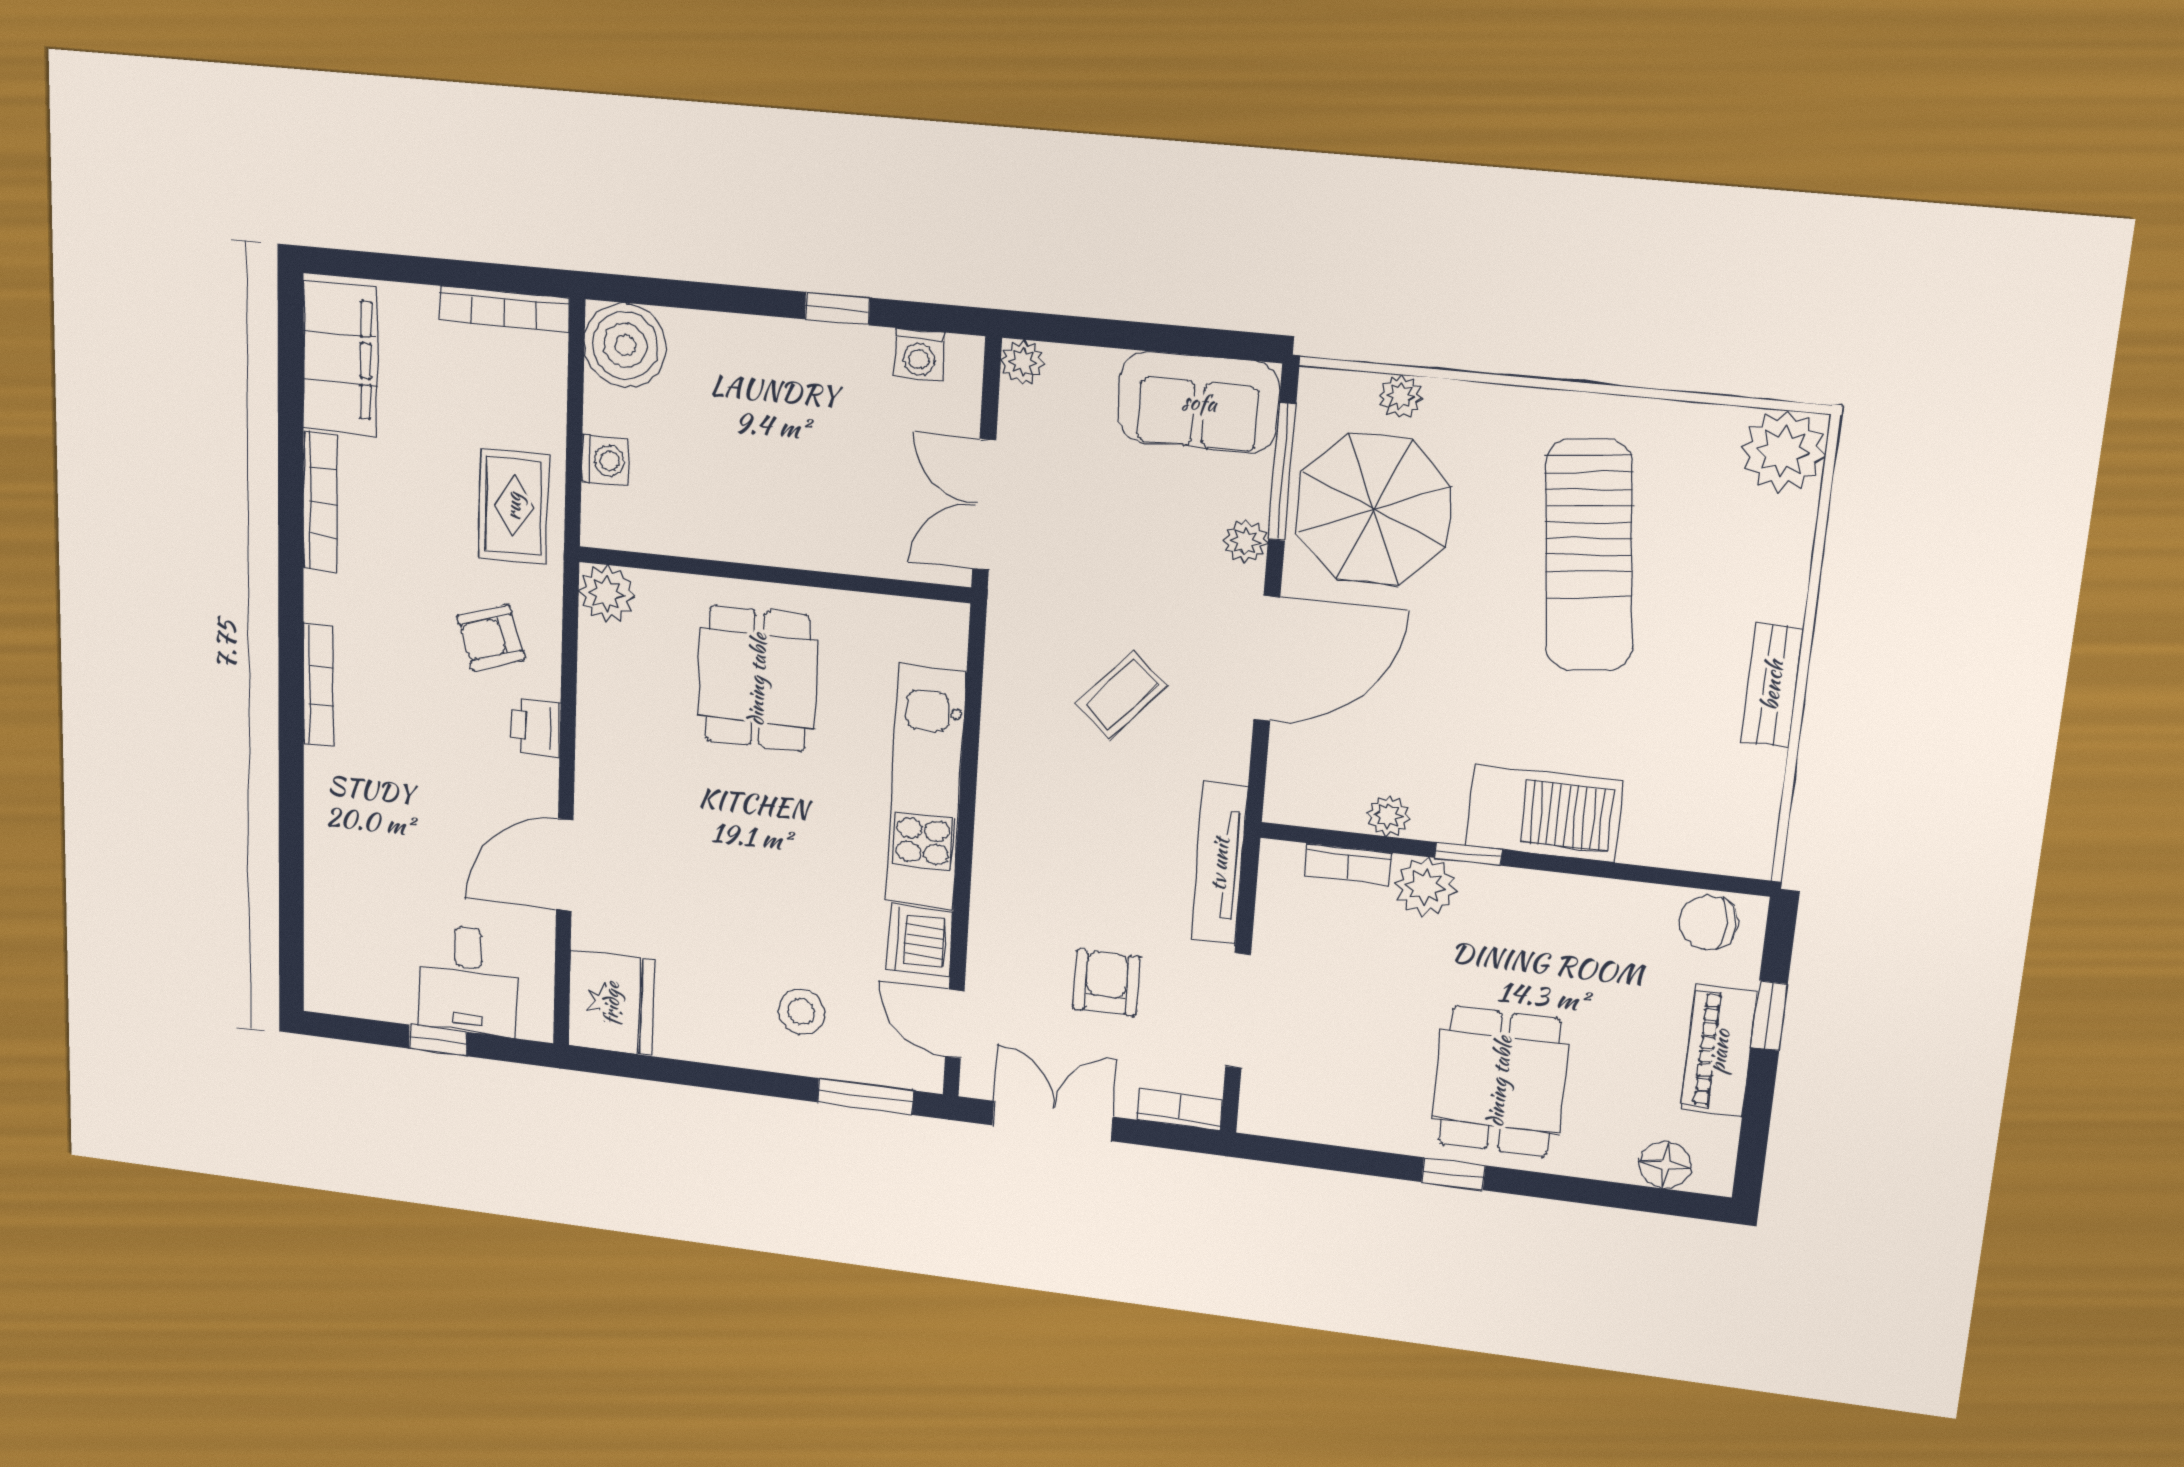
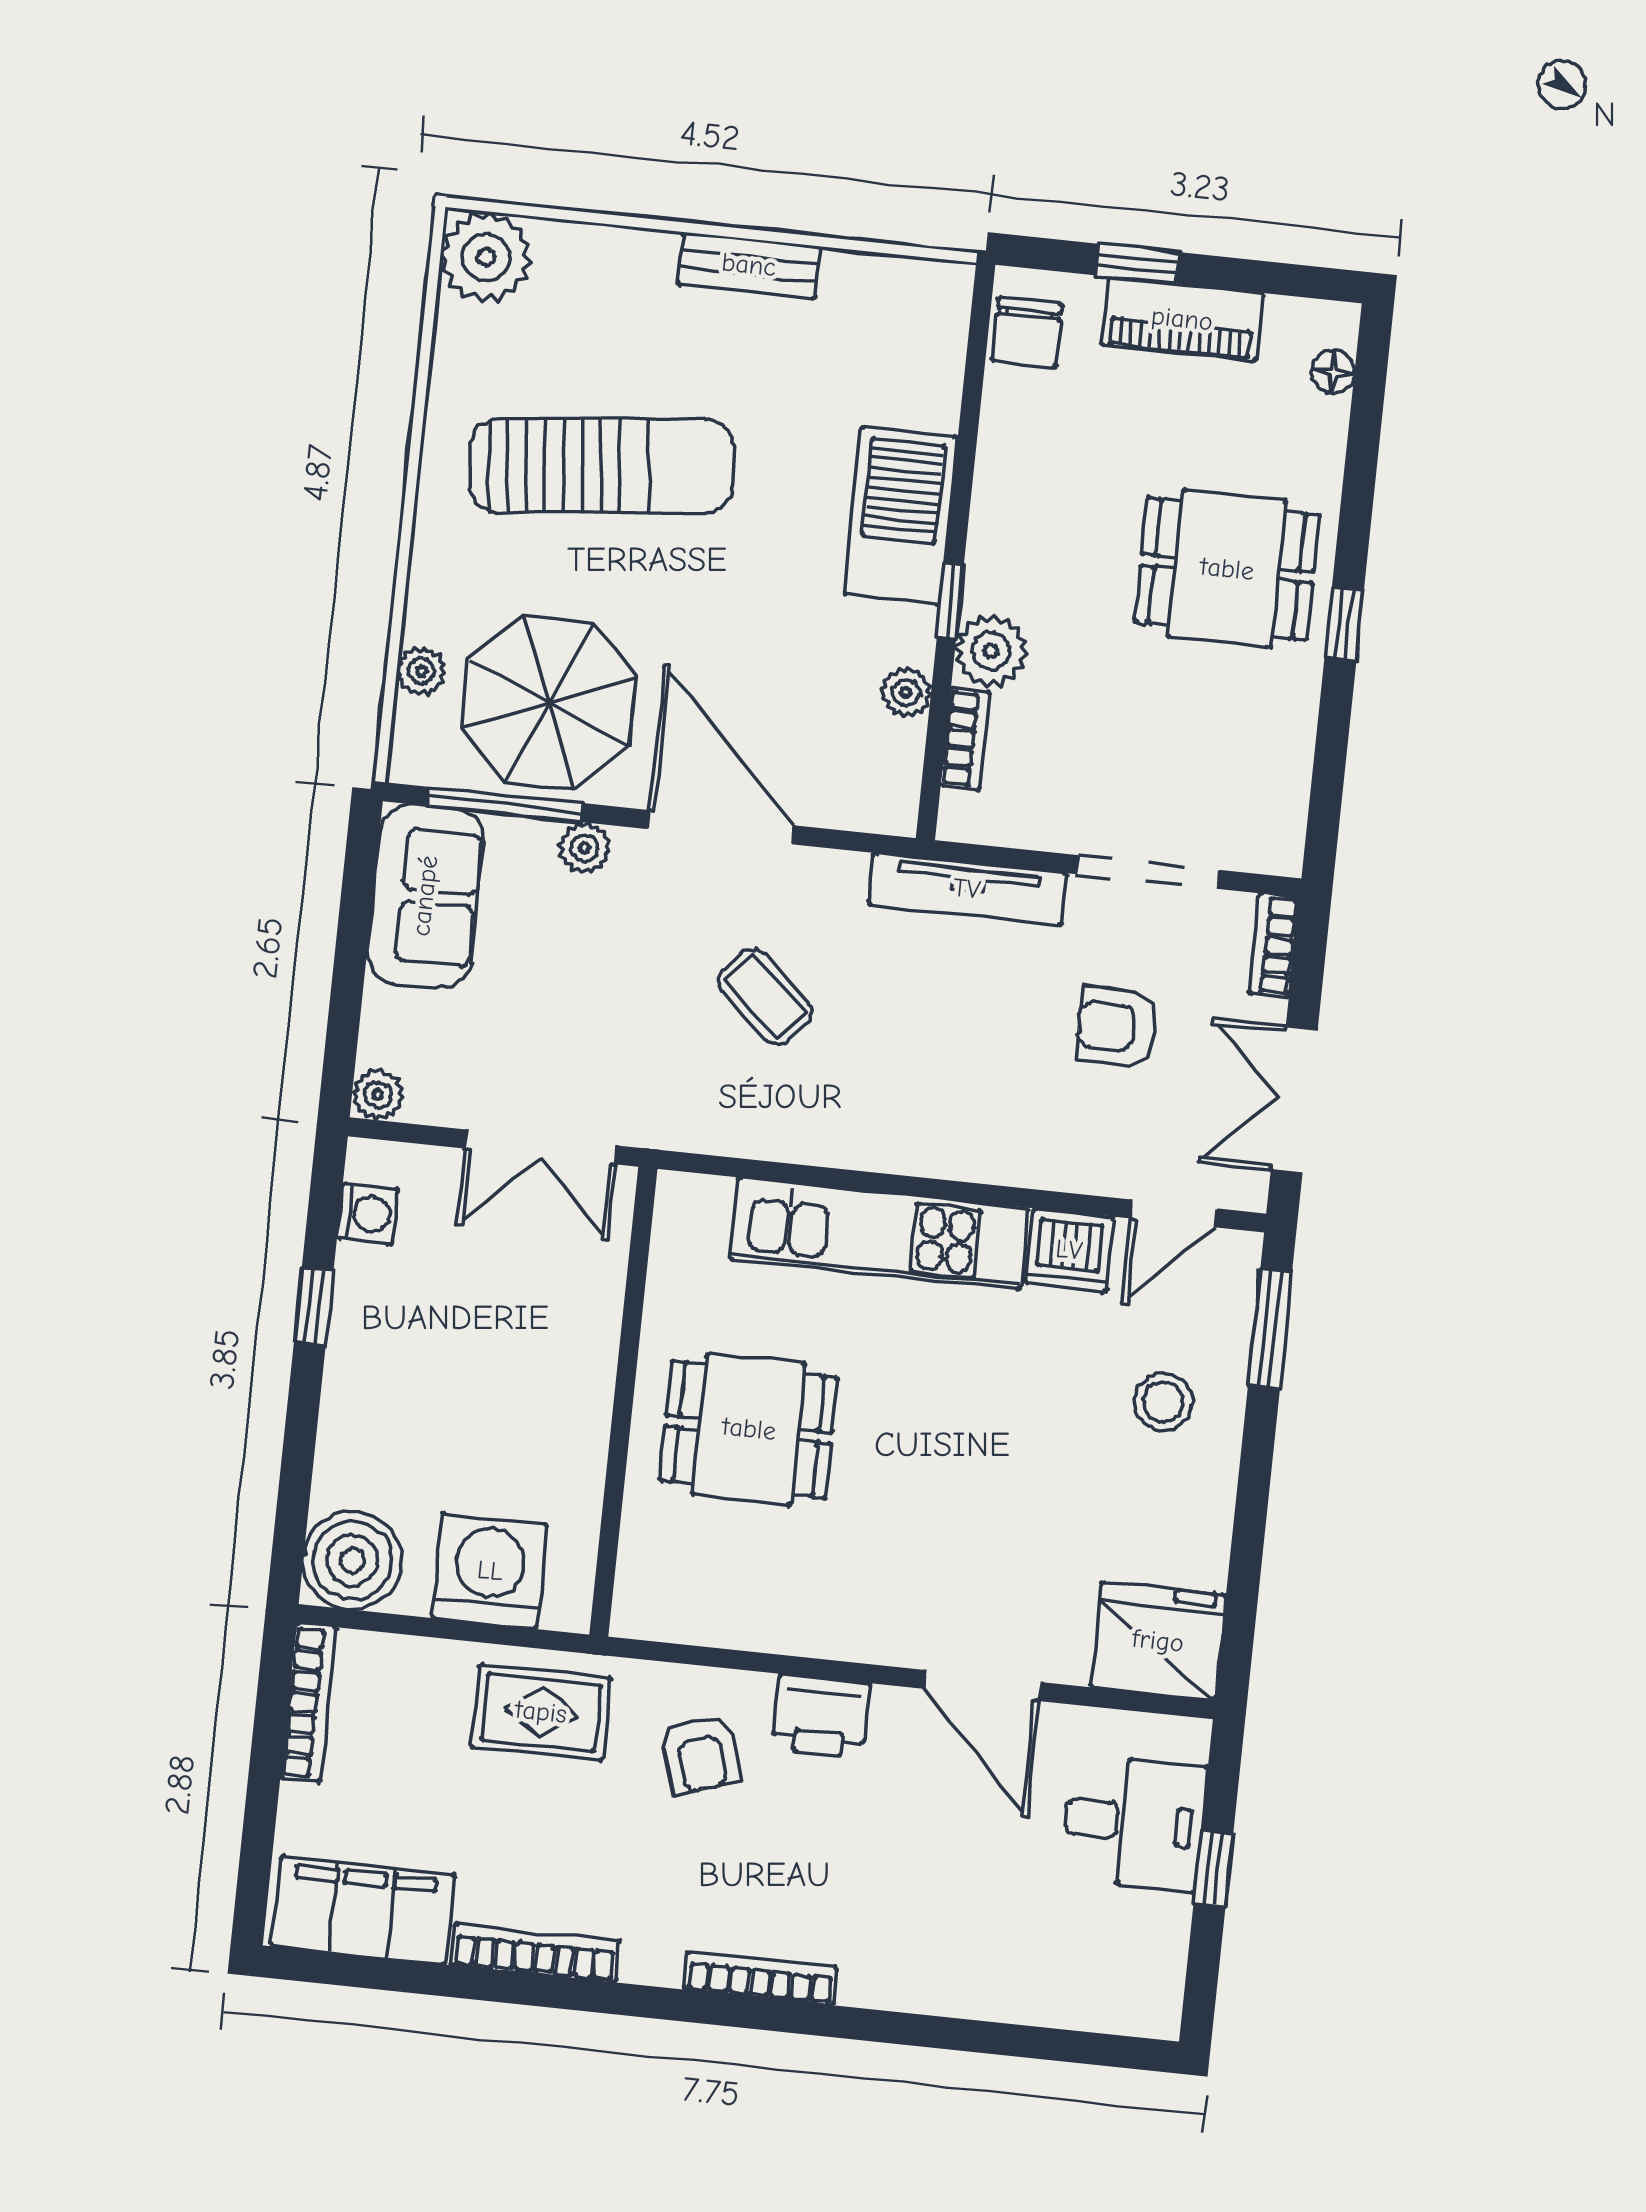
washing machine: (605, 460) -> (490, 1571), width x1.89, depth x1.89
plant: (607, 594) -> (646, 1606), removed
printer: (536, 727) -> (821, 1716), width x1.36, depth x1.24
floor lamp: (1665, 1165) -> (1333, 372), width x0.73, depth x0.73

